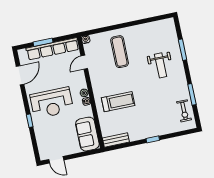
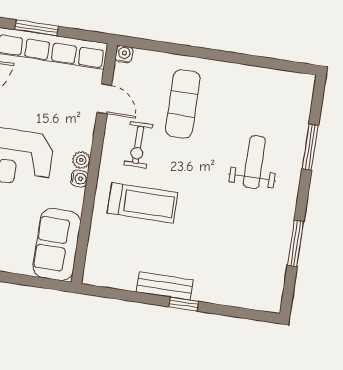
door: (84, 62) -> (104, 99), swing flipped
weight bench: (161, 65) -> (254, 162), turned 180
exercise bike: (184, 111) -> (138, 145), moved
bench: (116, 140) -> (165, 286), moved

